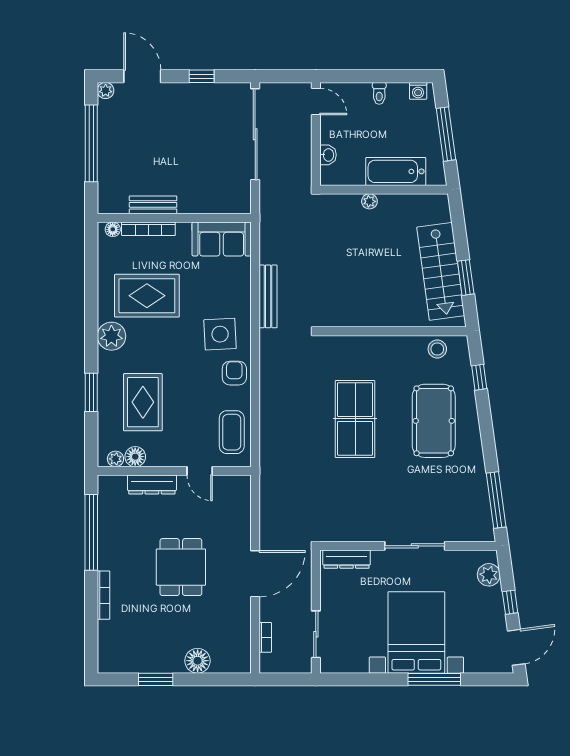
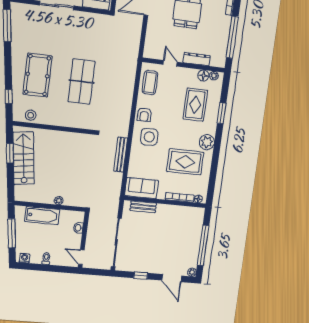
bench: (153, 205) -> (143, 207), moved

